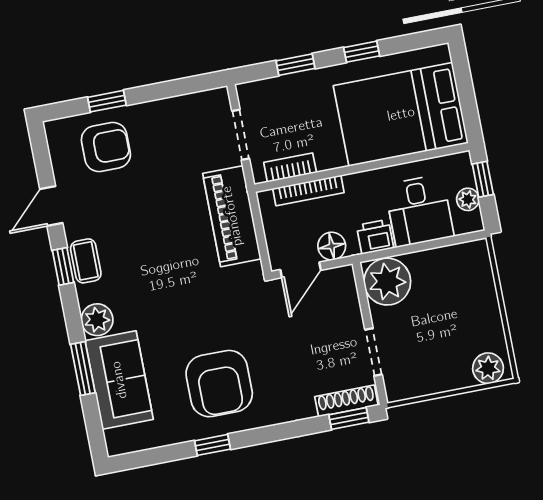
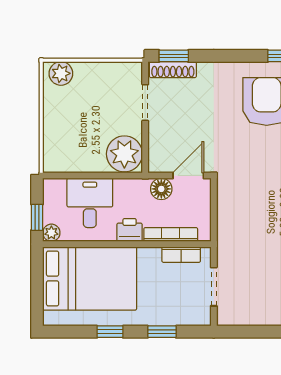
plant: (468, 199) -> (51, 233), moved
piano: (232, 216) -> (232, 226), removed
printer: (375, 237) -> (130, 230), moved, turned 180

